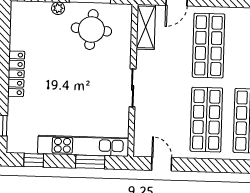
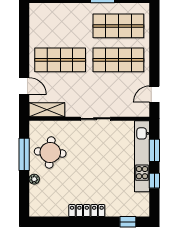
window: (34, 160) -> (154, 181), moved

